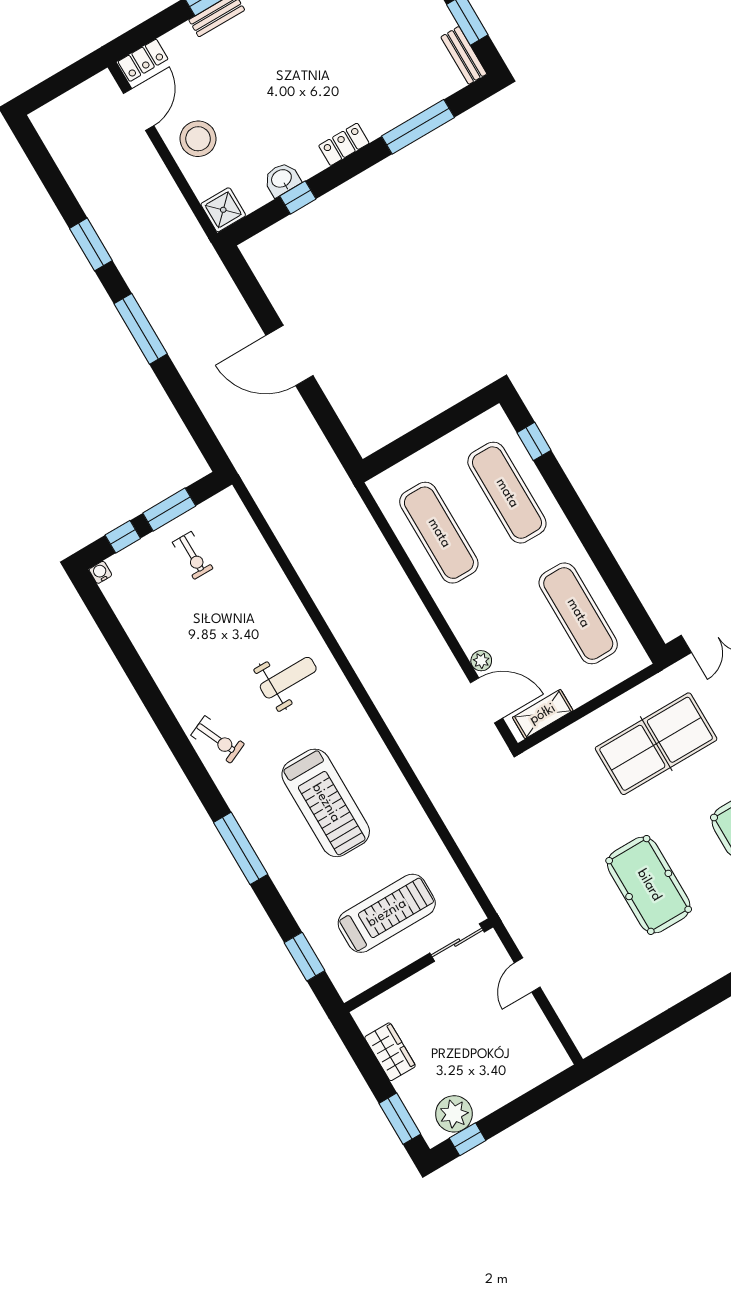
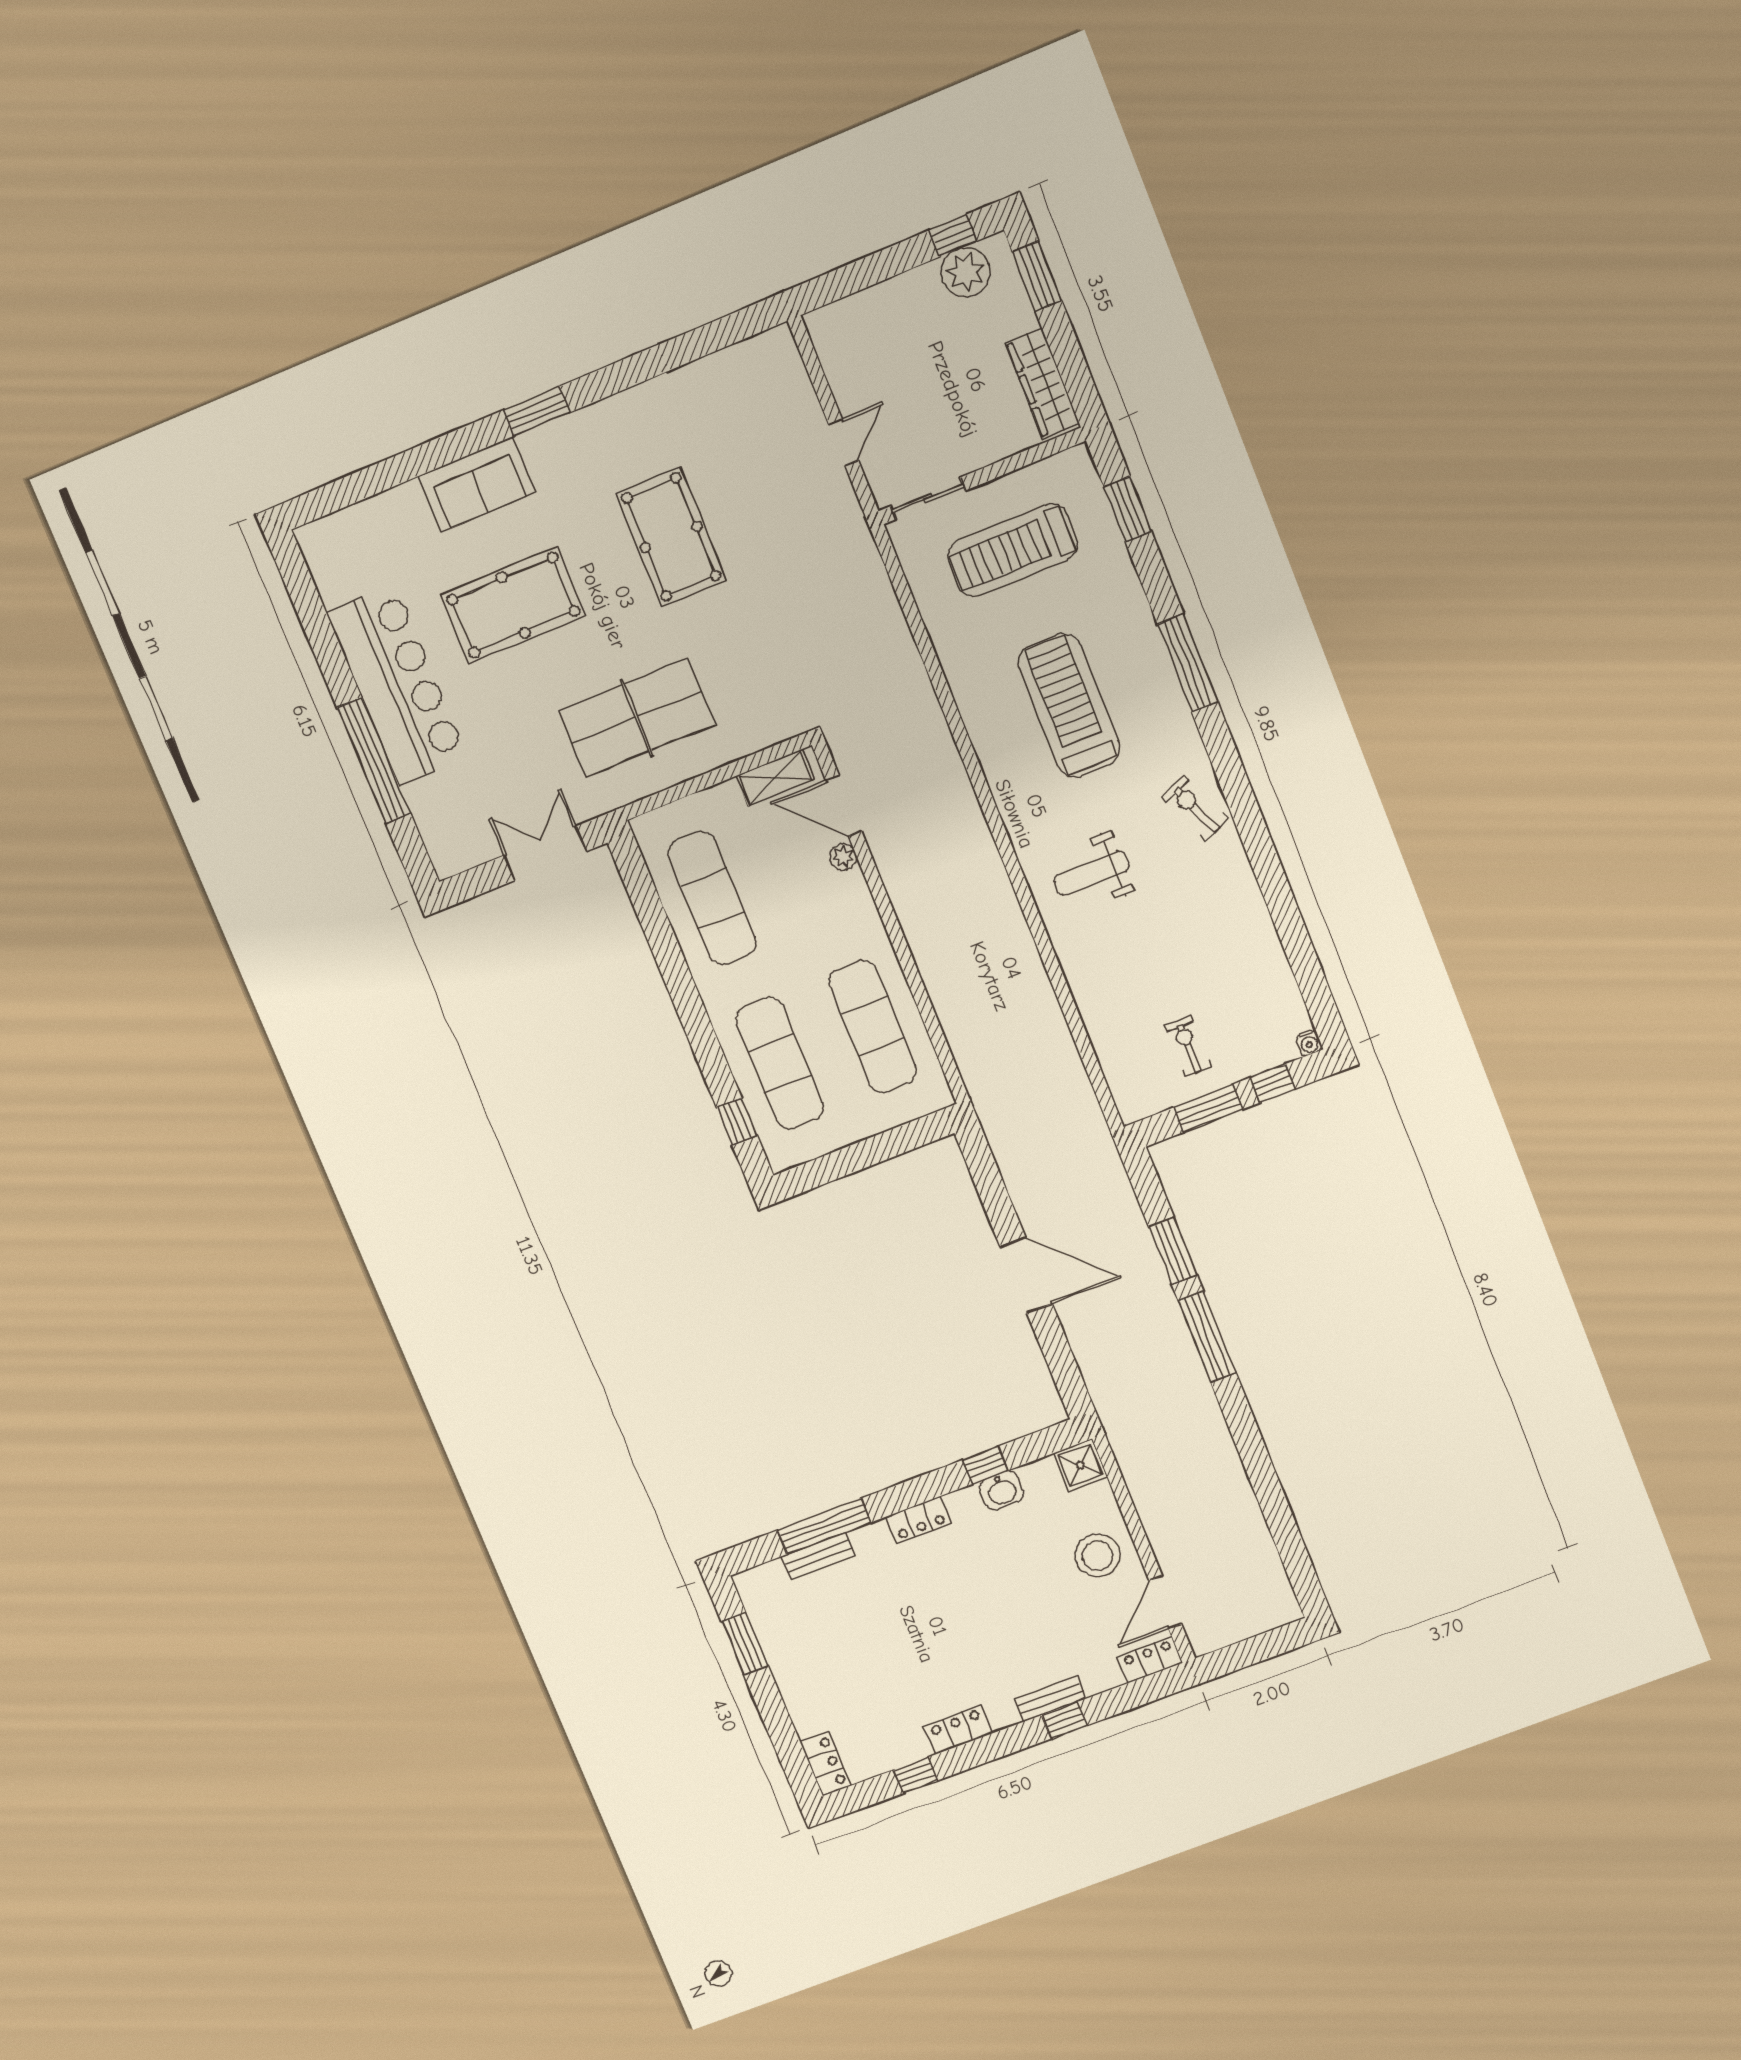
bench: (464, 55) -> (818, 1556), moved, turned 90
window: (91, 244) -> (1173, 1251), moved
wardrobe: (390, 1052) -> (1043, 383), width x1.50

